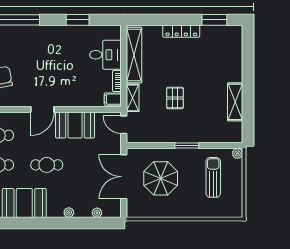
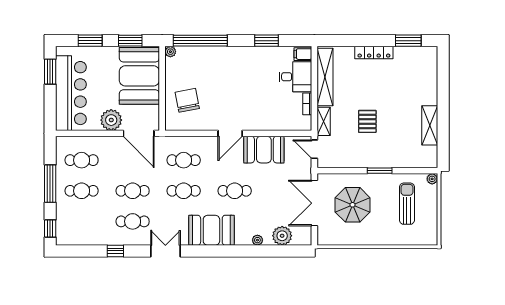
filing cabinet: (113, 99) -> (303, 54), moved
plant: (97, 213) -> (282, 236), width x1.88, depth x1.88

